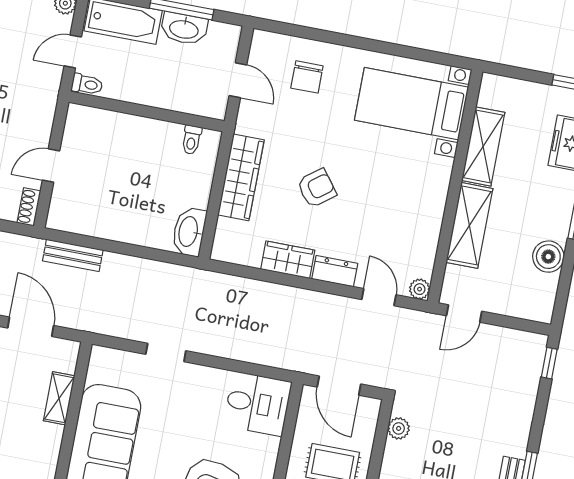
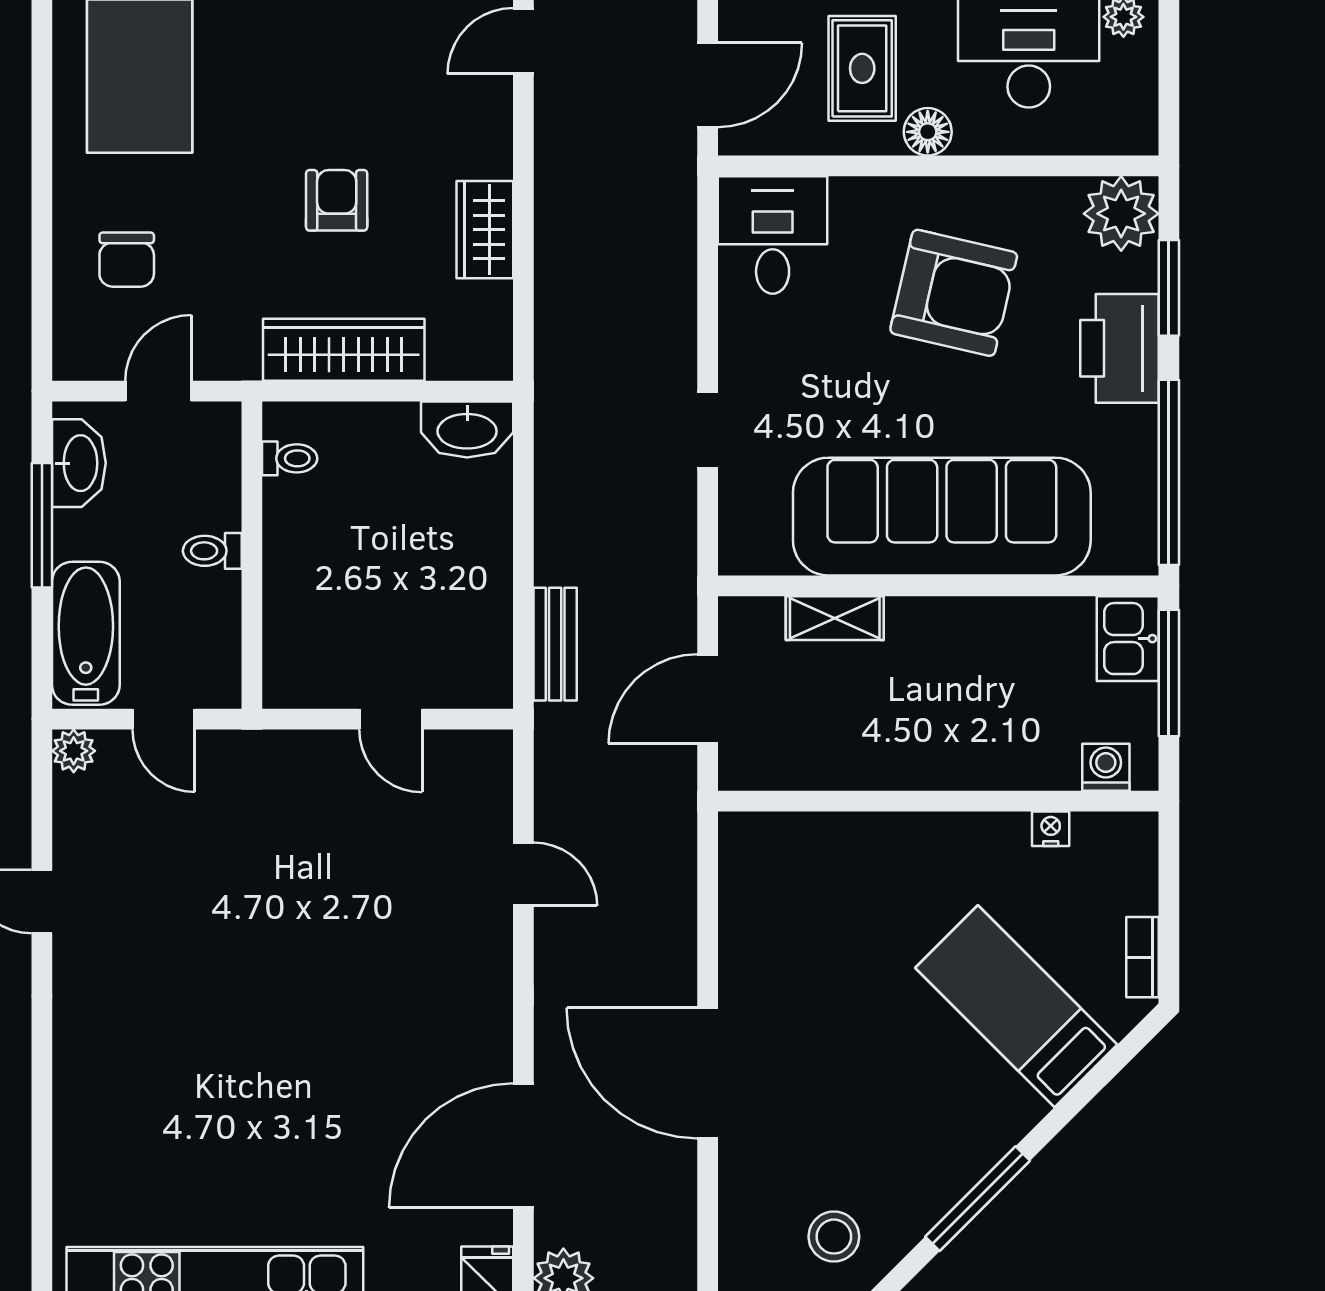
washbasin: (184, 29) -> (79, 463), moved
chair: (307, 77) -> (127, 260), turned 90
toilet: (87, 84) -> (212, 551), moved, turned -90
armchair: (317, 188) -> (337, 200), turned 37
shoe rack: (29, 207) -> (478, 746), removed
dresser: (335, 271) -> (490, 135), removed

